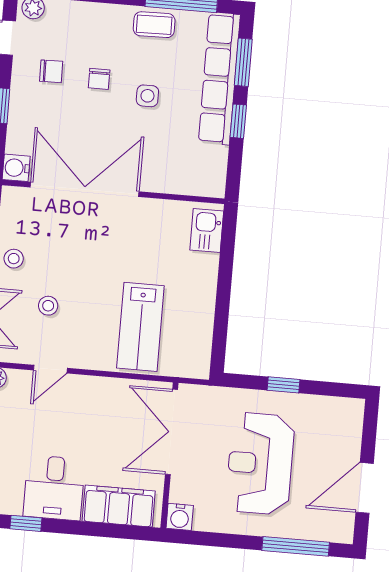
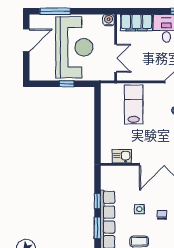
kitchen sink: (207, 230) -> (122, 156), moved, turned -90
double door: (172, 432) -> (116, 58), width x0.73
reception desk: (260, 464) -> (74, 47), width x1.36, depth x1.30

